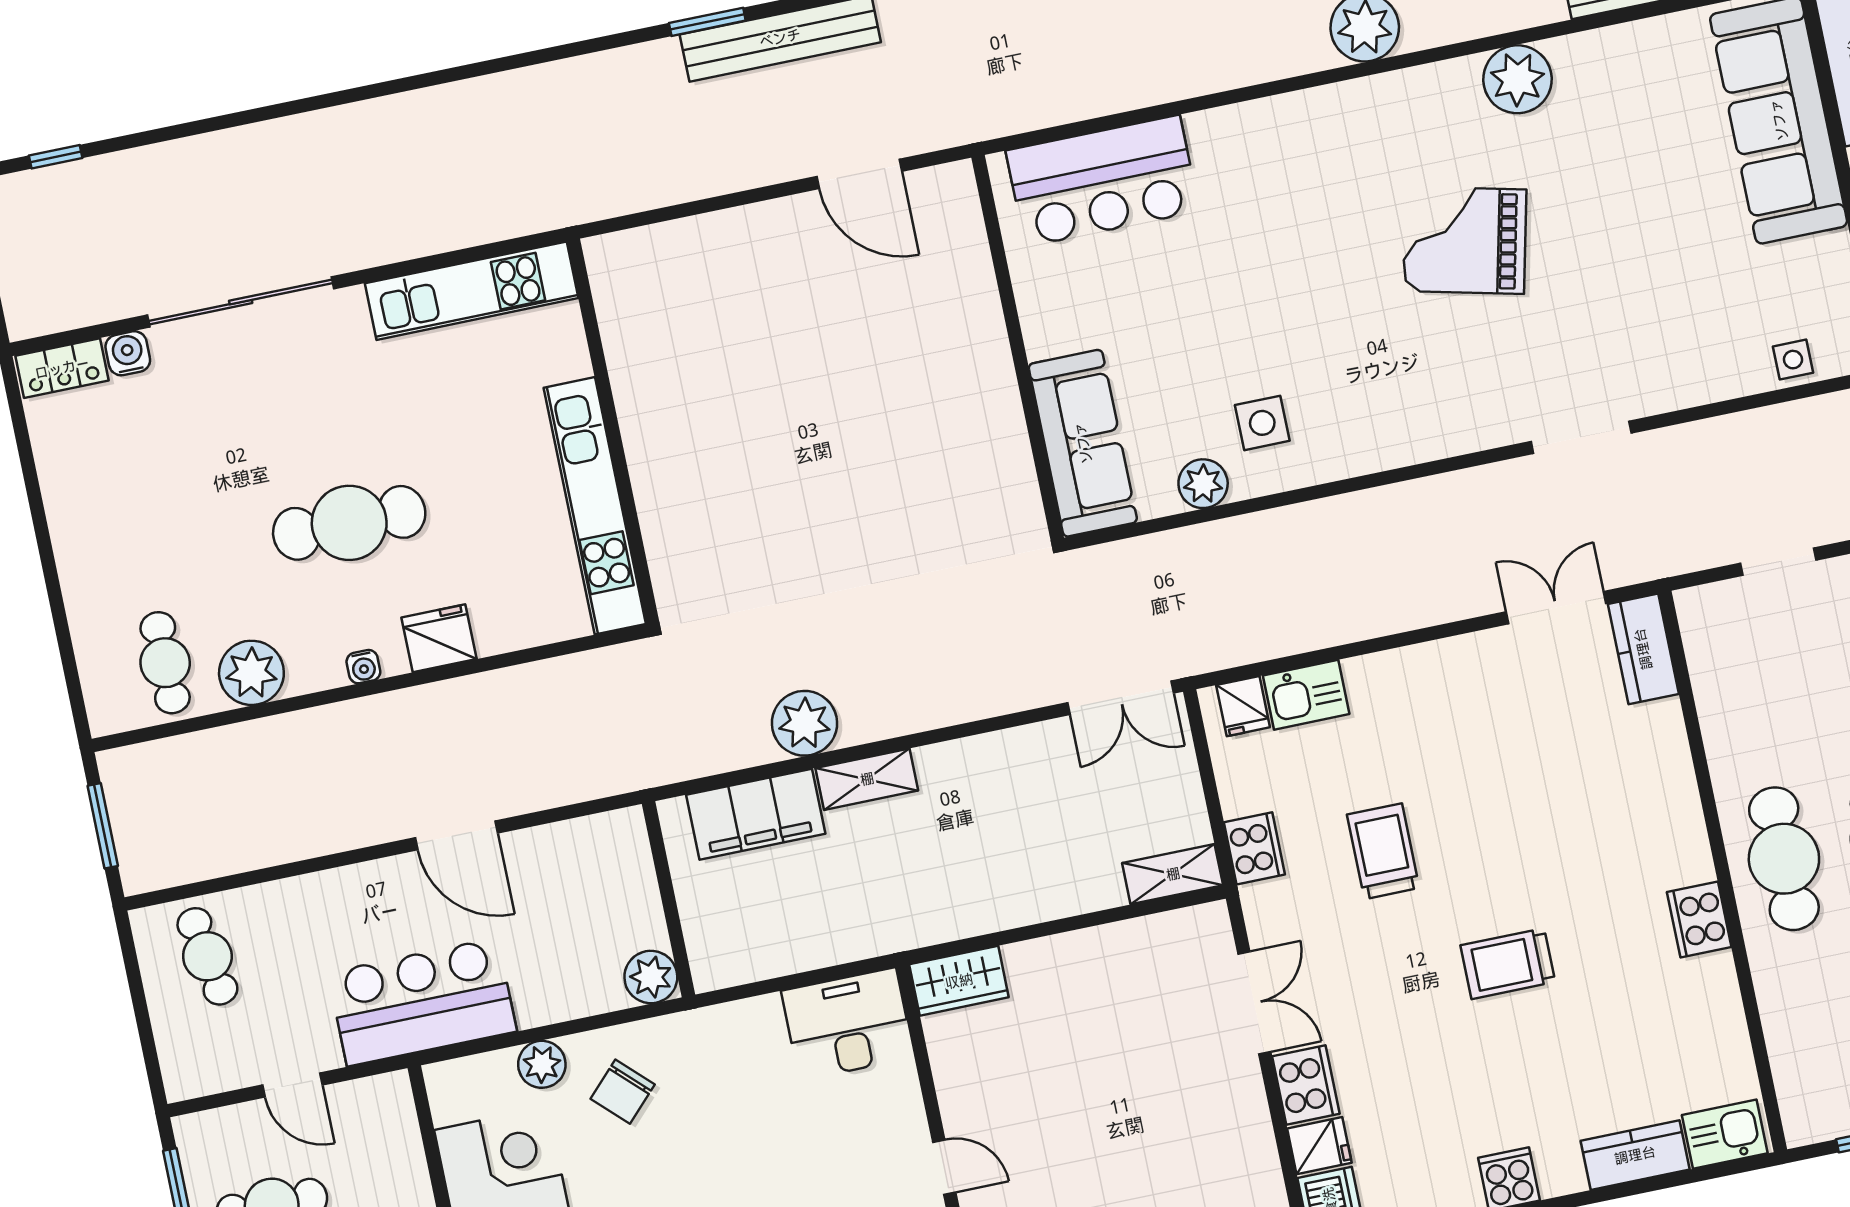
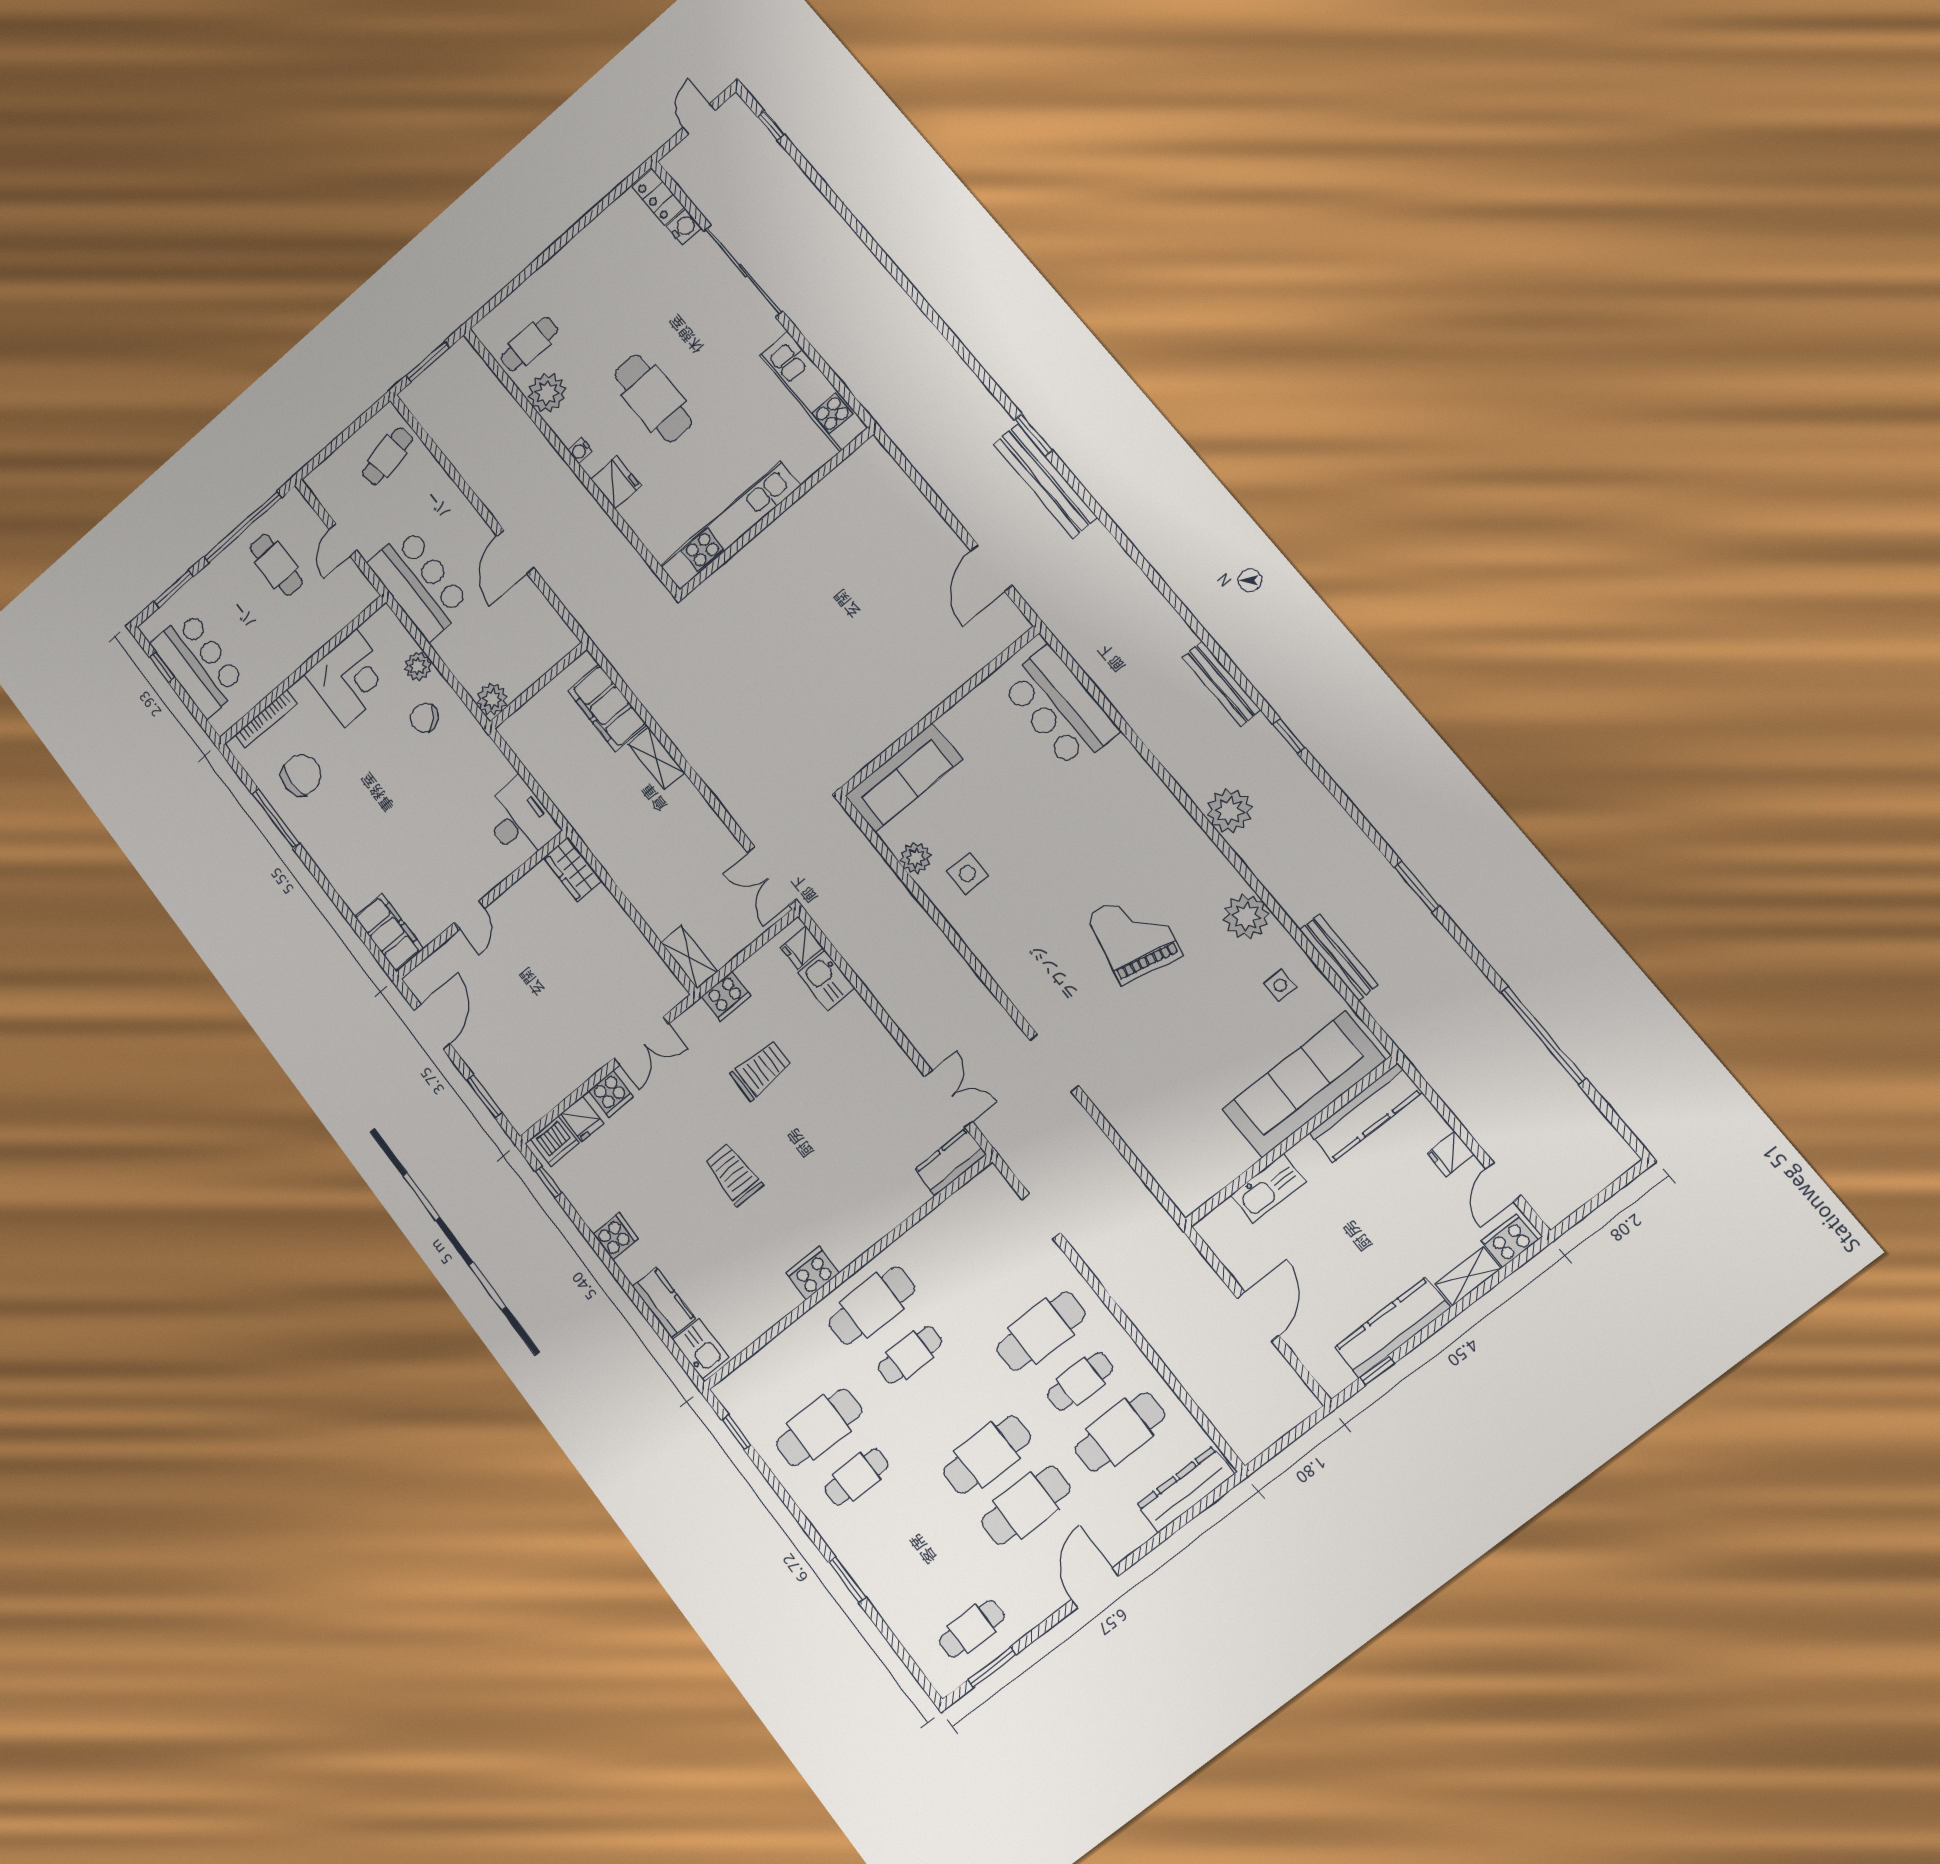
side table: (1793, 360) -> (1280, 985), moved
plant: (804, 723) -> (670, 707), removed
cooker: (1306, 1085) -> (611, 1094), width x0.73

